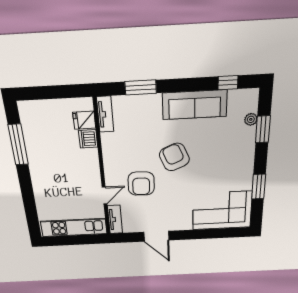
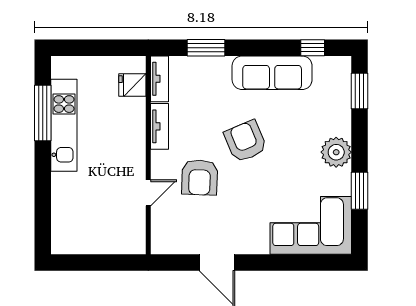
plant: (251, 119) -> (336, 152), moved, width x1.88, depth x1.88
window: (263, 129) -> (360, 91), moved
dishwasher: (88, 139) -> (135, 110), removed
tv unit: (115, 219) -> (159, 126), moved
kitchen unit: (74, 227) -> (64, 125), moved, turned 90

